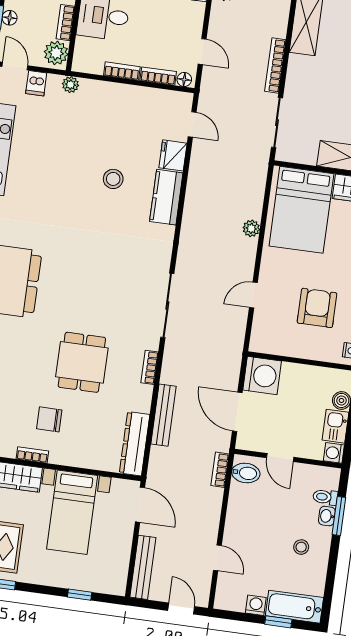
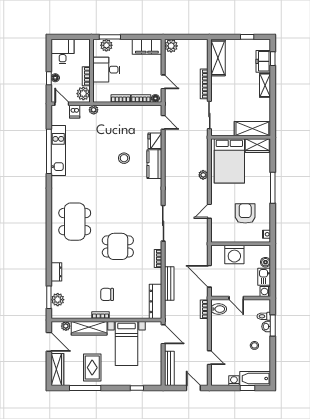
dining table: (82, 362) -> (118, 246), moved, turned 90
washing machine: (262, 376) -> (234, 255), moved, turned 90

